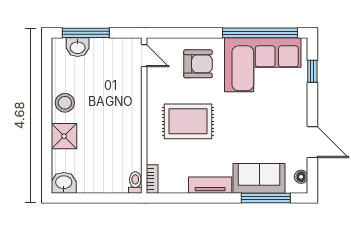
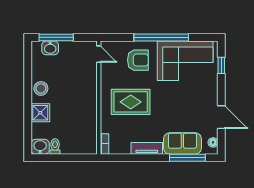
window: (260, 33) -> (161, 37), moved
toilet: (135, 182) -> (55, 147), moved

